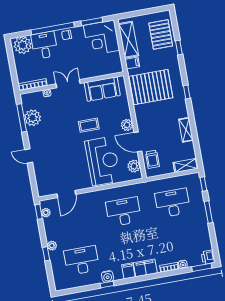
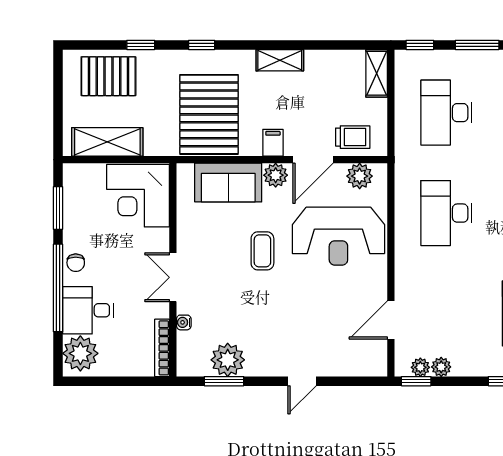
corner desk: (102, 38) -> (138, 196), moved, turned 90
filing cabinet: (132, 63) -> (273, 143), moved
sofa: (102, 89) -> (228, 183), moved, turned 90
window: (187, 92) -> (202, 45), moved
window: (22, 118) -> (224, 381), width x0.69
shelving: (186, 130) -> (280, 60), moved
reception desk: (103, 161) -> (338, 236), turned 180
door: (66, 194) -> (391, 320), swing flipped
plant: (52, 246) -> (441, 367), moved

